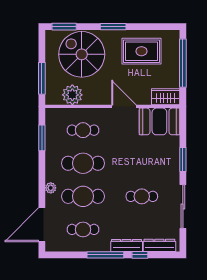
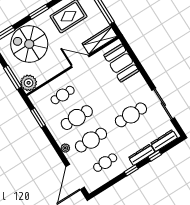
plant: (72, 95) -> (29, 83), moved
wardrobe: (166, 97) -> (100, 40), width x1.50
booth: (159, 121) -> (121, 63), moved, turned 90
window: (183, 159) -> (143, 72), removed
cafe table: (142, 196) -> (131, 115), width x1.37, depth x1.35
window: (105, 255) -> (131, 170), width x0.46

